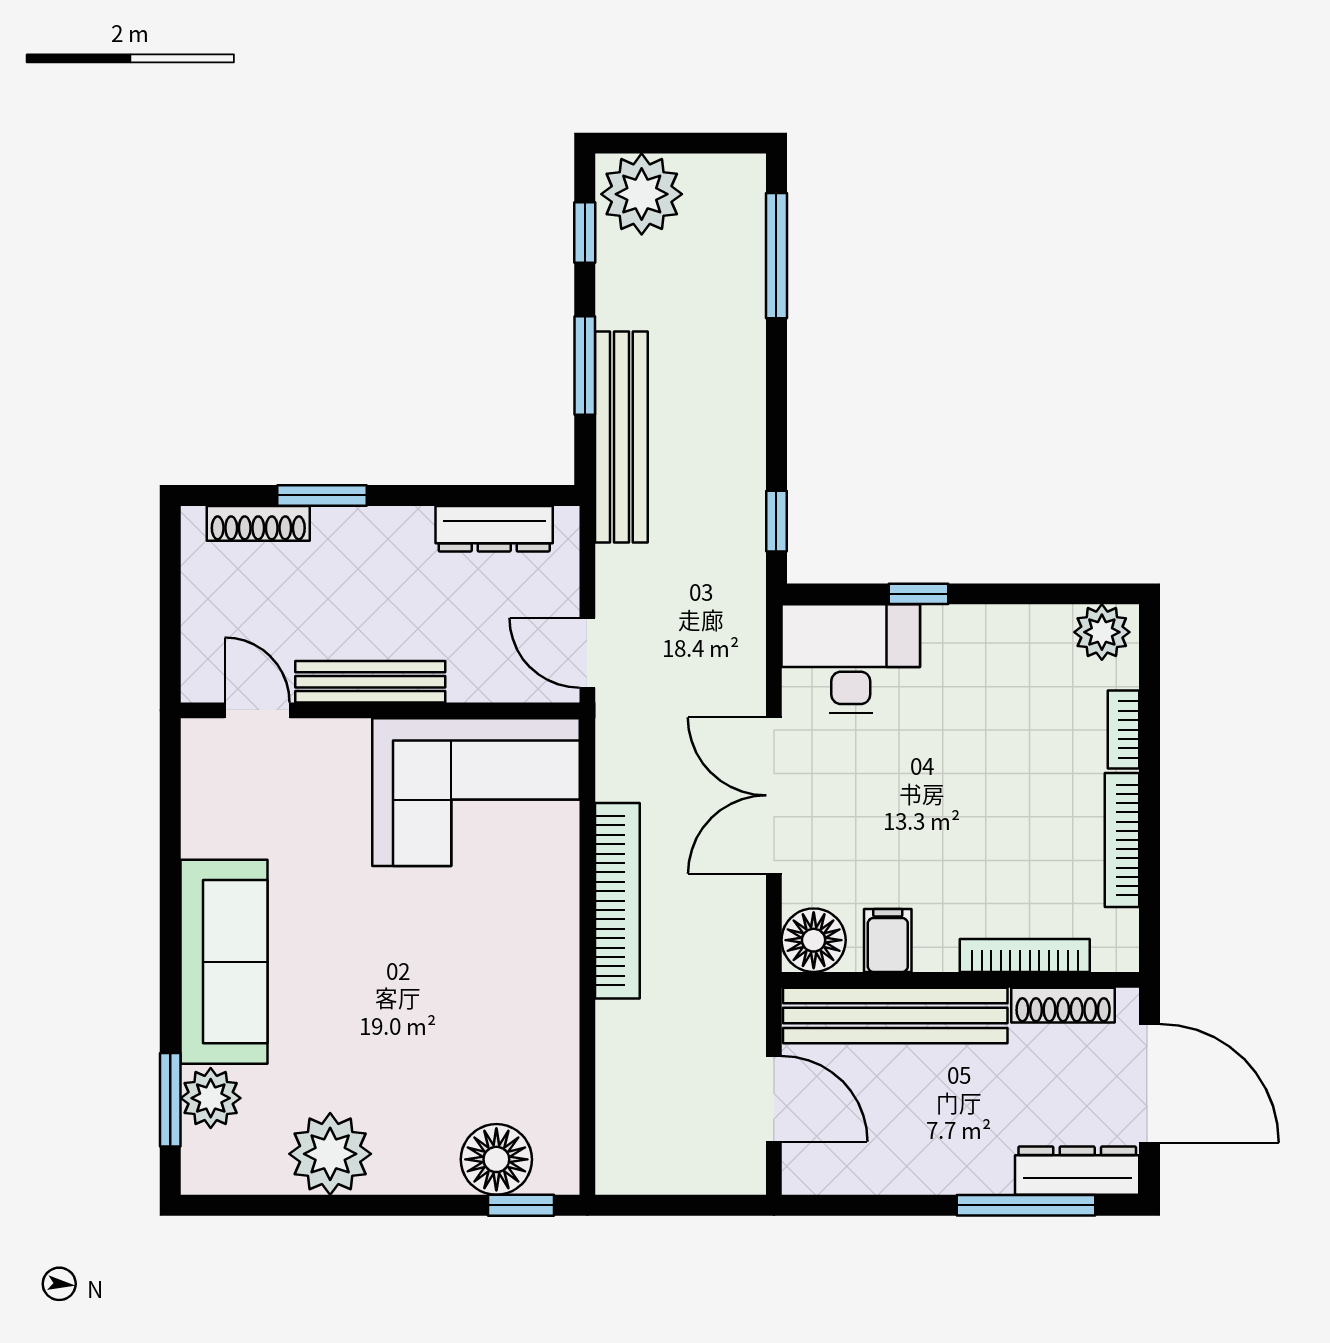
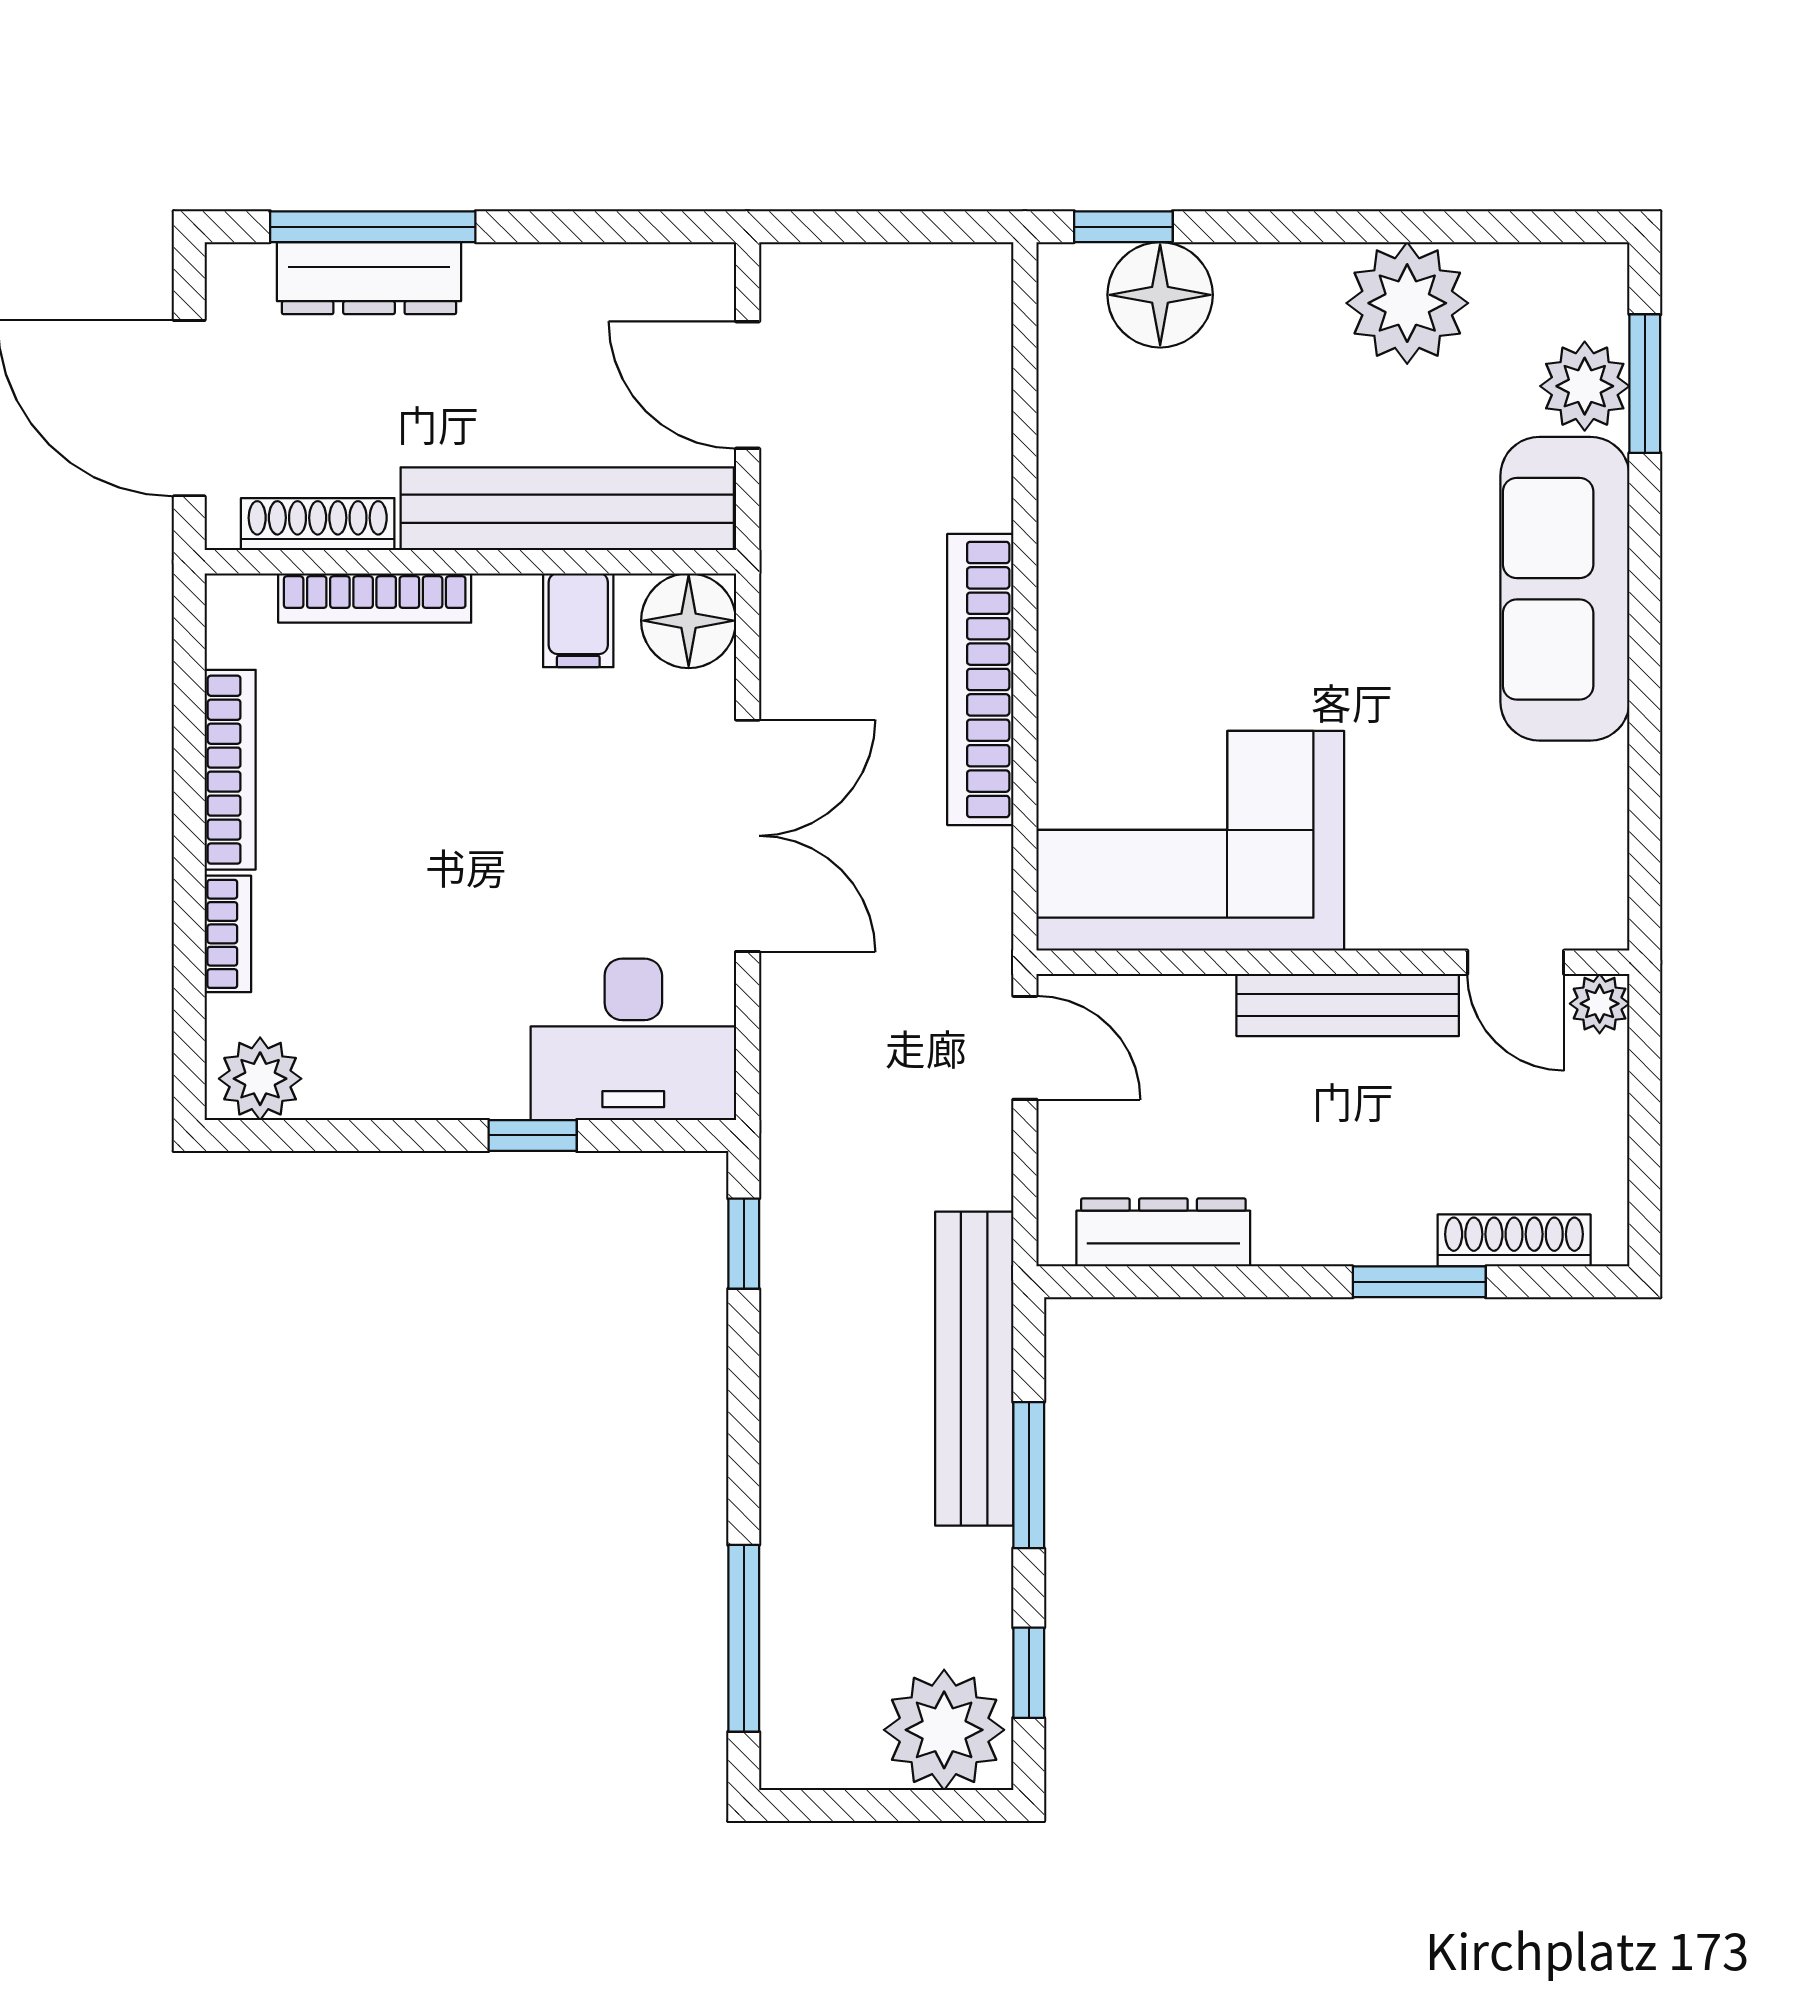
plant: (201, 683) -> (1600, 1004), added
dresser: (1077, 1171) -> (369, 278), moved

